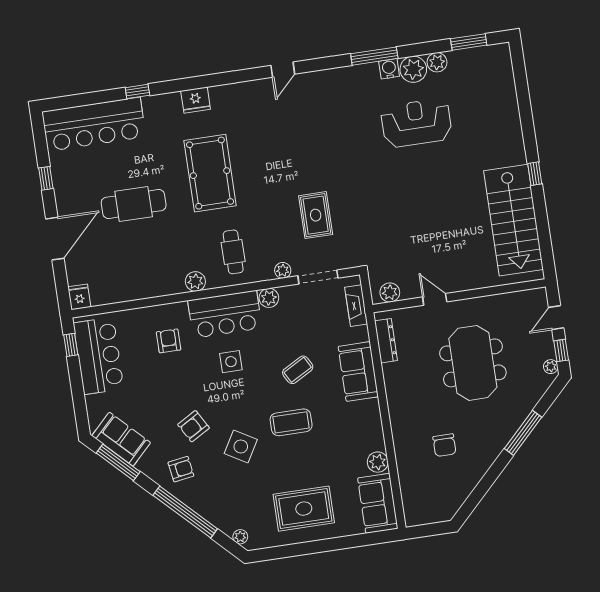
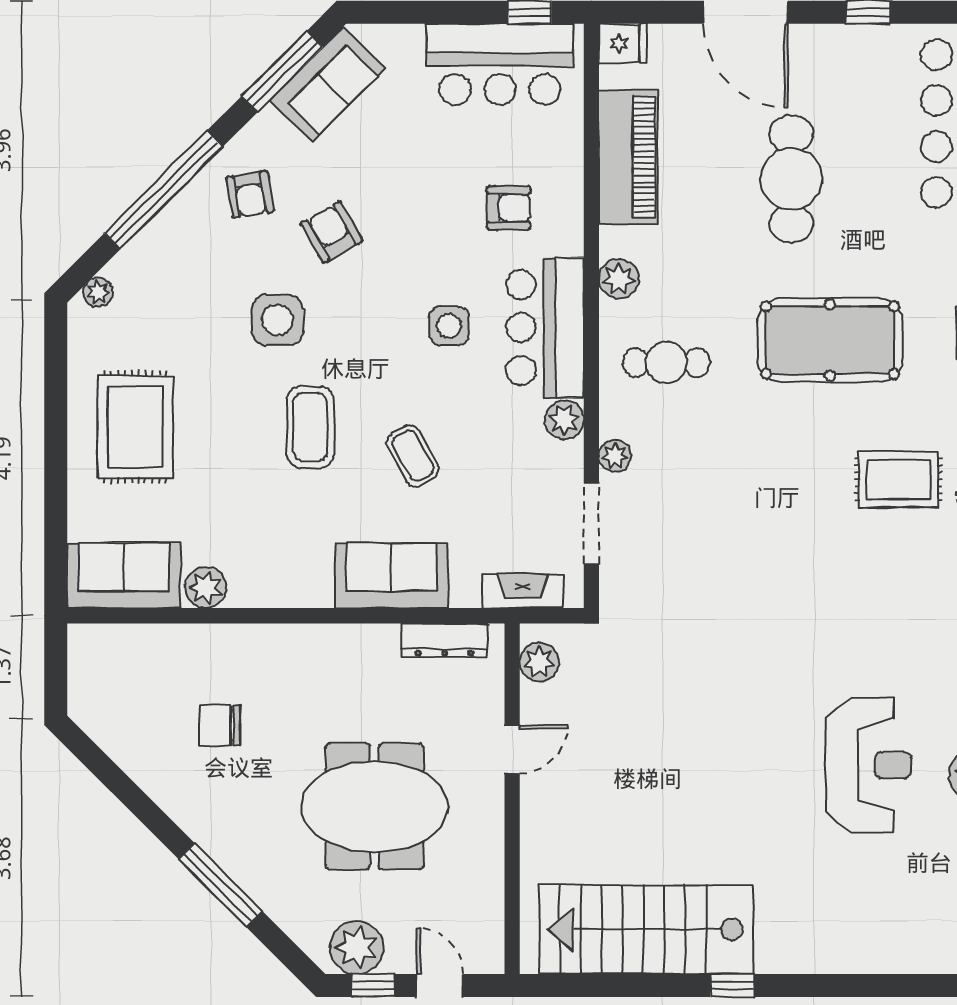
rug: (316, 215) -> (899, 479), moved
piano: (135, 286) -> (628, 157), added
plant: (551, 367) -> (357, 947), width x1.88, depth x1.88
side table: (241, 446) -> (277, 320), turned -30

